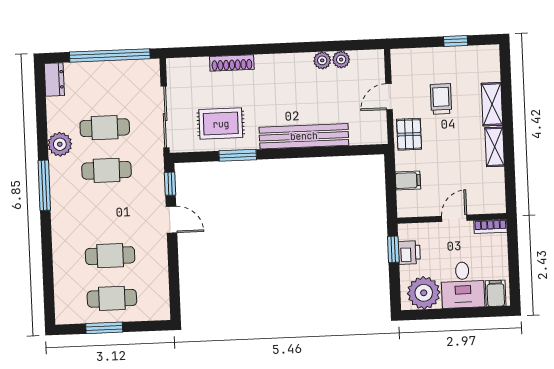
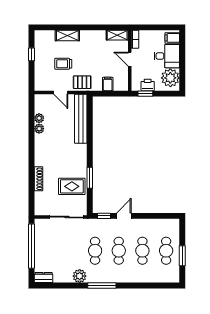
rug: (221, 124) -> (72, 186), turned 90
cafe table: (105, 128) -> (119, 251), moved
bench: (304, 136) -> (81, 119), moved
shelving: (495, 147) -> (117, 35), moved

